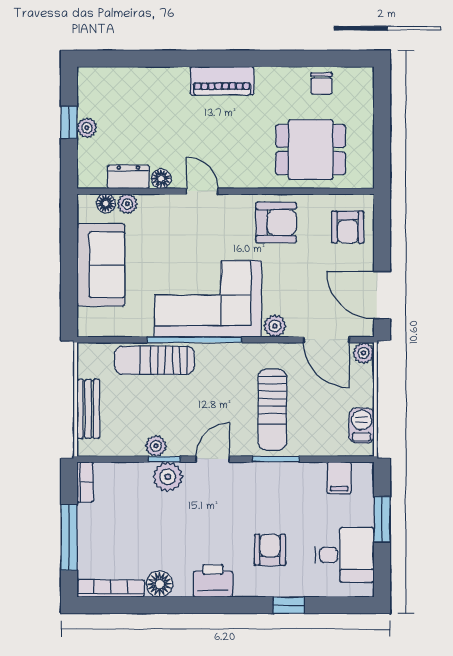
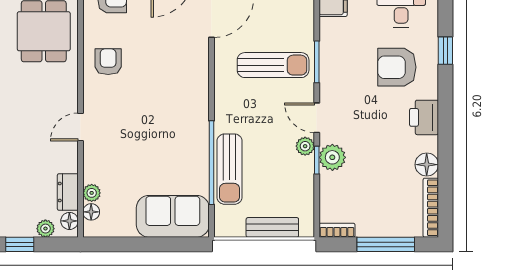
plant: (87, 128) -> (45, 229), moved
floor lamp: (161, 179) -> (69, 221), moved
armchair: (276, 222) -> (108, 62), width x0.72, depth x0.72
sofa: (101, 265) -> (173, 216), moved
corner sofa: (208, 299) -> (175, 122), removed
plant: (275, 326) -> (199, 63), removed
window: (194, 340) -> (211, 163), moved
plant: (156, 446) -> (305, 146), moved
armchair: (270, 550) -> (397, 67), width x1.38, depth x1.38

